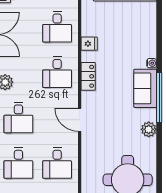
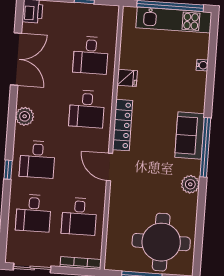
water cooler: (152, 63) -> (202, 65), moved
locker: (88, 76) -> (123, 125), width x1.53

